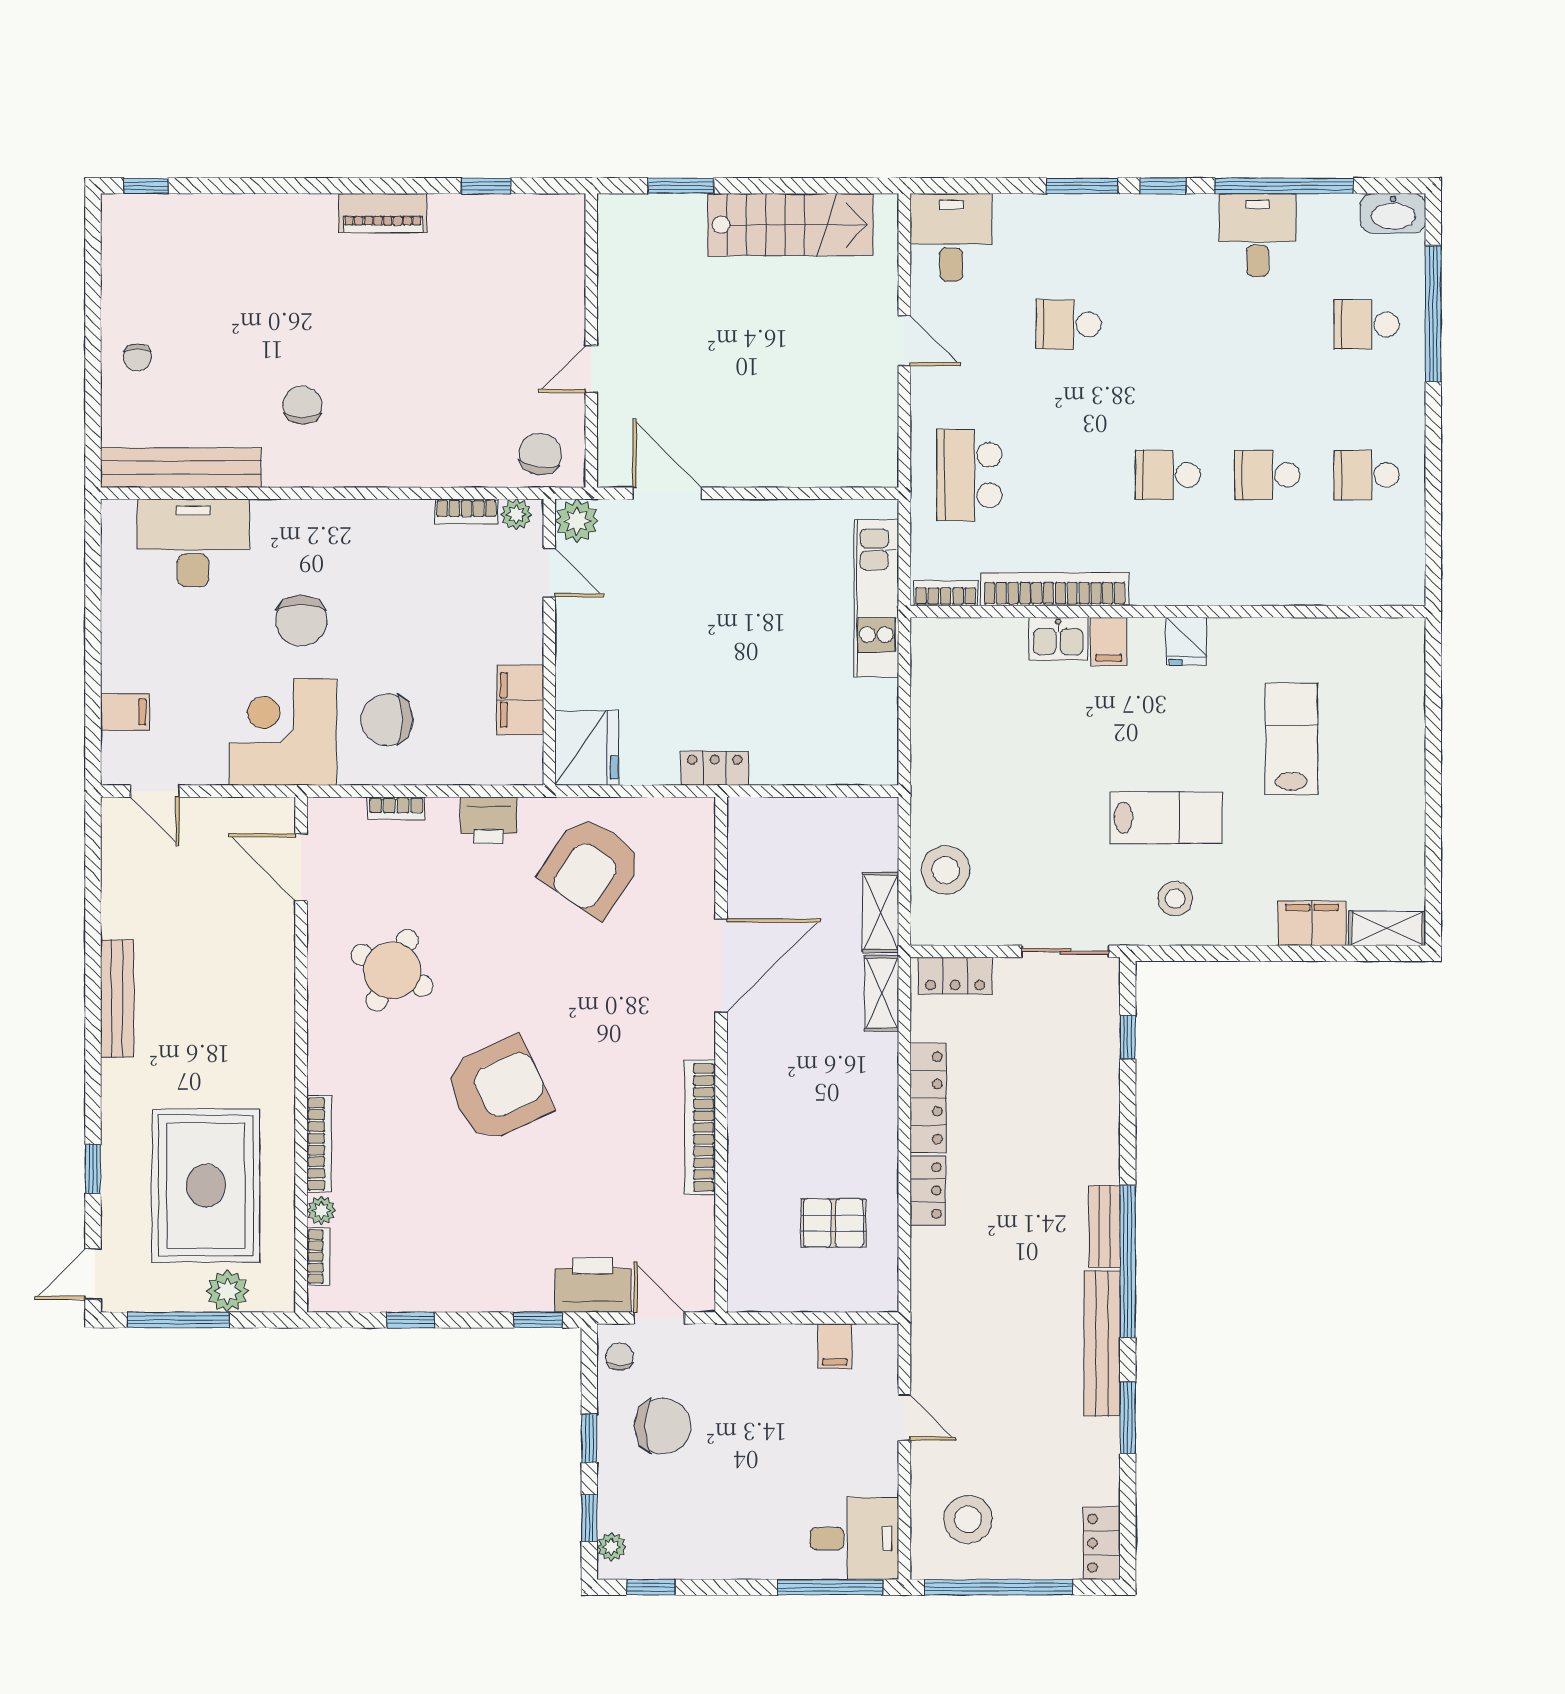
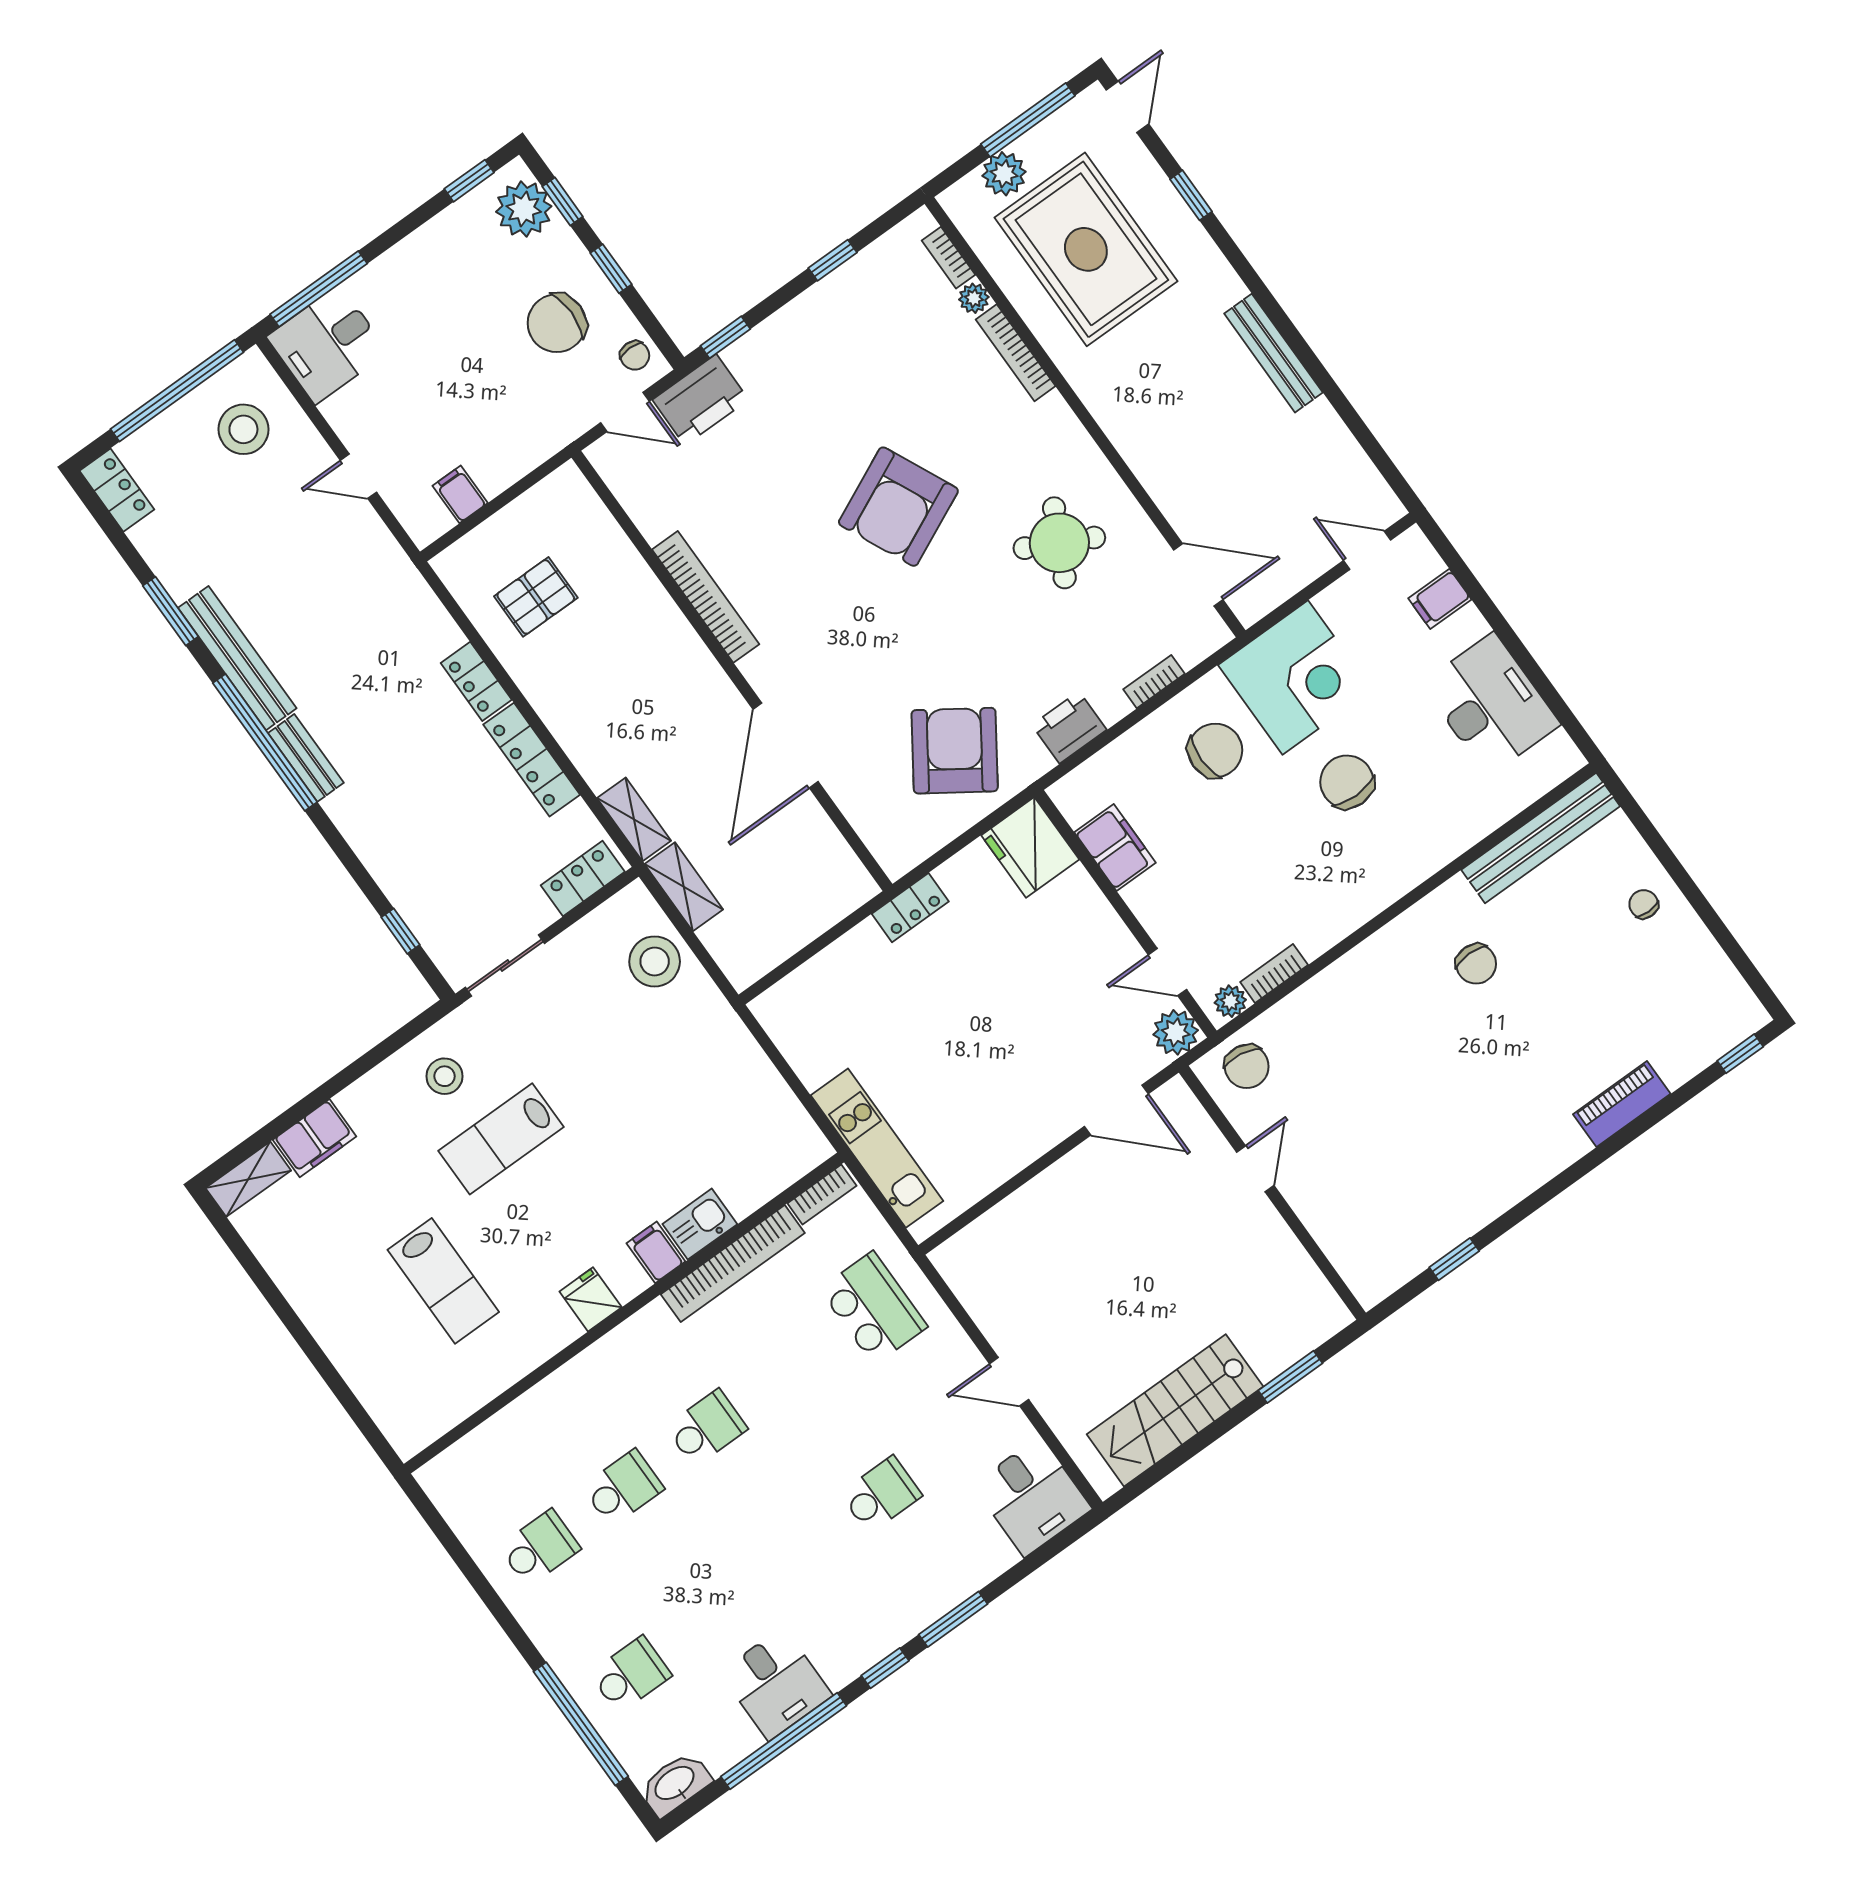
piano: (383, 213) -> (1622, 1104), moved
desk: (193, 543) -> (1491, 704), moved, turned -90
plant: (611, 1547) -> (524, 209), width x1.87, depth x1.87

